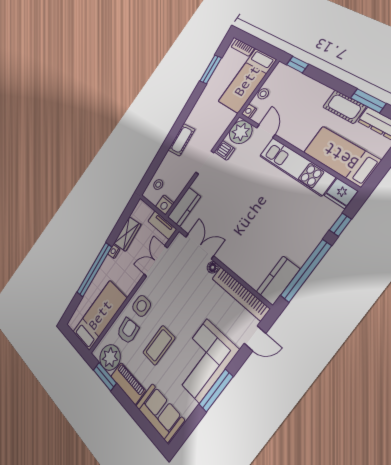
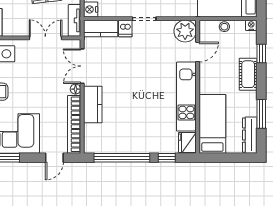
window: (298, 64) -> (261, 53), moved
cot: (344, 107) -> (248, 74), moved
nightstand: (249, 111) -> (251, 25), moved
dishwasher: (225, 150) -> (125, 28), moved
double door: (200, 246) -> (82, 66), swing flipped
kitchen counter: (278, 281) -> (93, 104), moved, turned 90
door: (255, 338) -> (54, 158), hinge flipped

